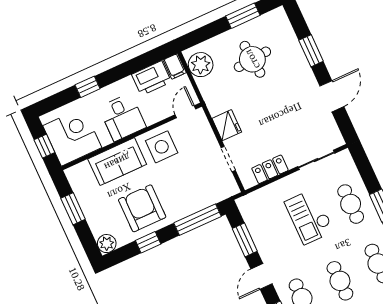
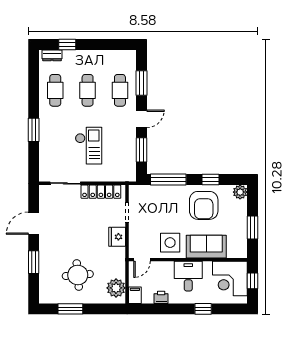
printer: (151, 78) -> (161, 297), width x0.53, depth x0.68
locker: (270, 169) -> (101, 192), width x1.53
cafe table: (351, 204) -> (55, 141), removed

